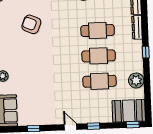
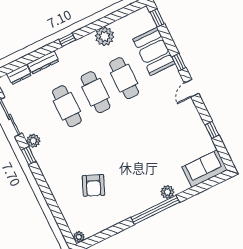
booth: (129, 111) -> (154, 51), moved

